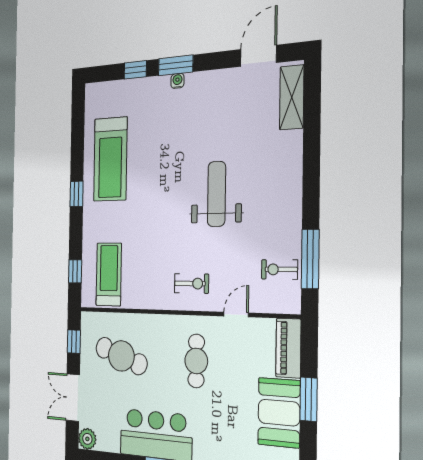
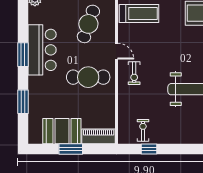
window: (310, 259) -> (149, 149), width x0.46
door: (236, 315) -> (117, 51), moved
cafe table: (196, 361) -> (88, 77), width x1.37, depth x1.35

